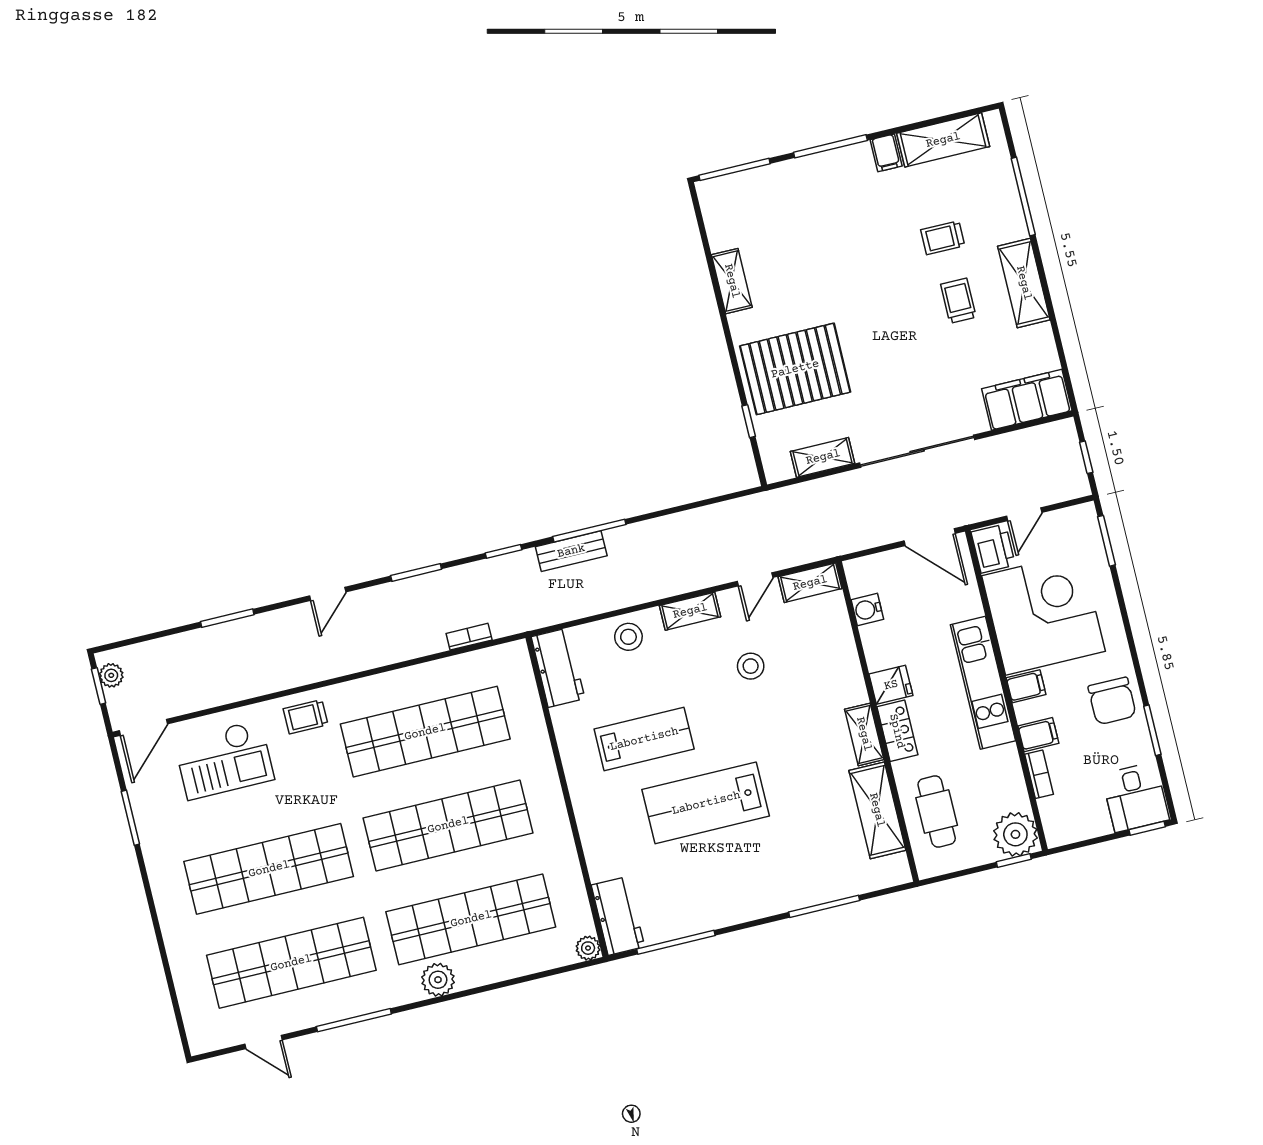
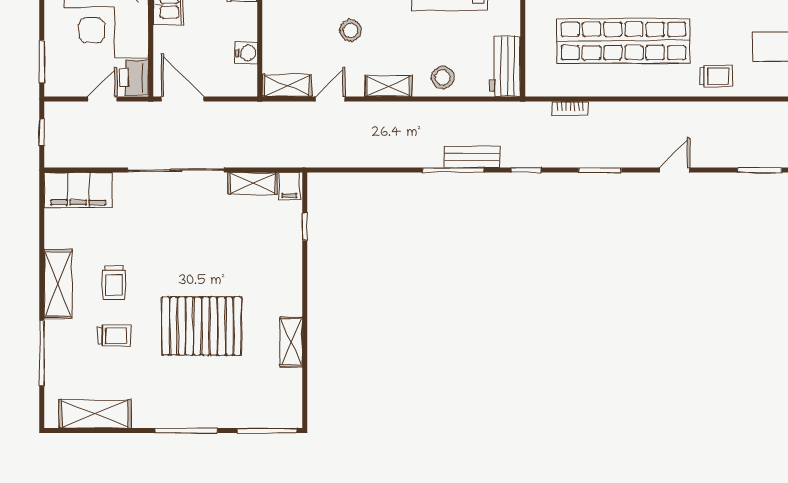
filing cabinet: (886, 153) -> (289, 186), moved, turned 180
pallet: (795, 369) -> (202, 326), moved

